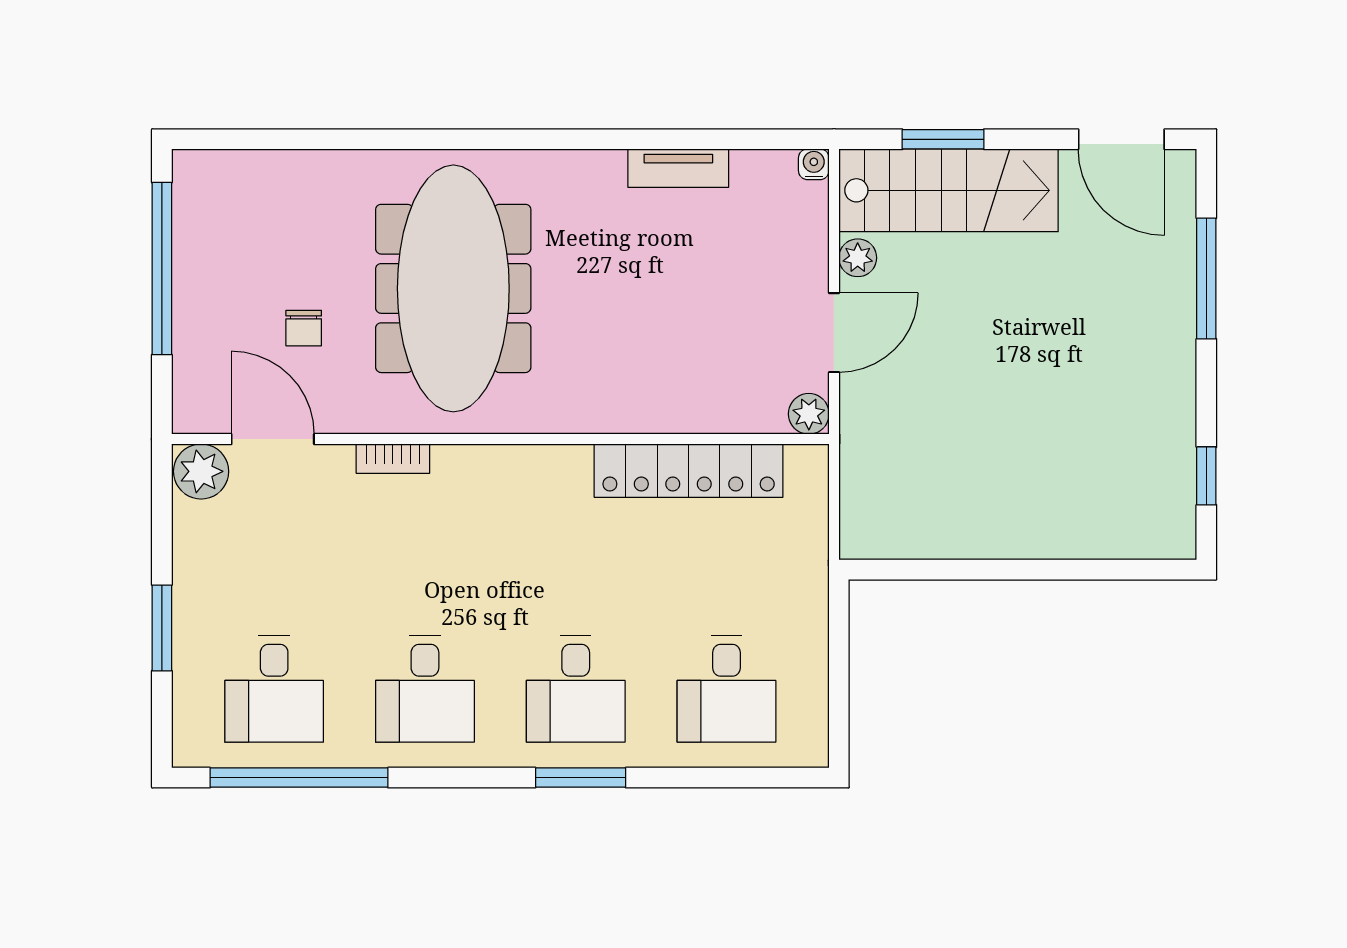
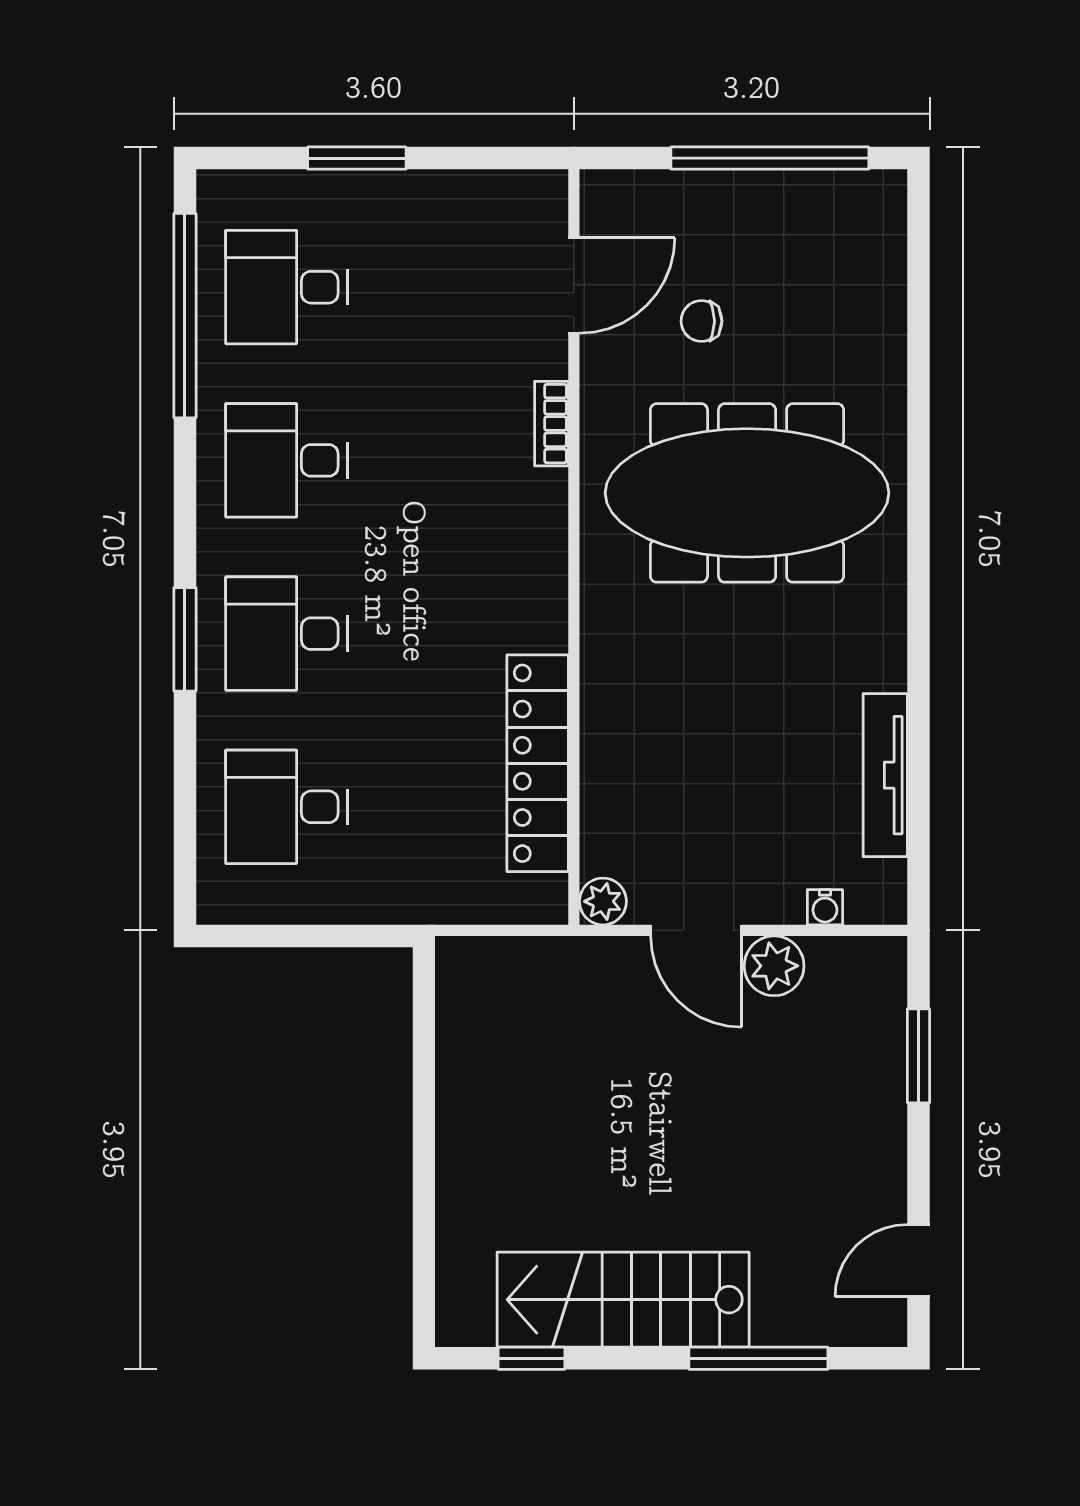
door: (1121, 139) -> (918, 1261), width x0.73
water cooler: (814, 164) -> (825, 907), moved, turned 90
tv unit: (678, 168) -> (885, 775), width x1.41
stairs: (948, 190) -> (623, 1300), moved, turned 90
plant: (858, 258) -> (774, 966), width x1.38, depth x1.38
plant: (201, 471) -> (537, 203), removed

